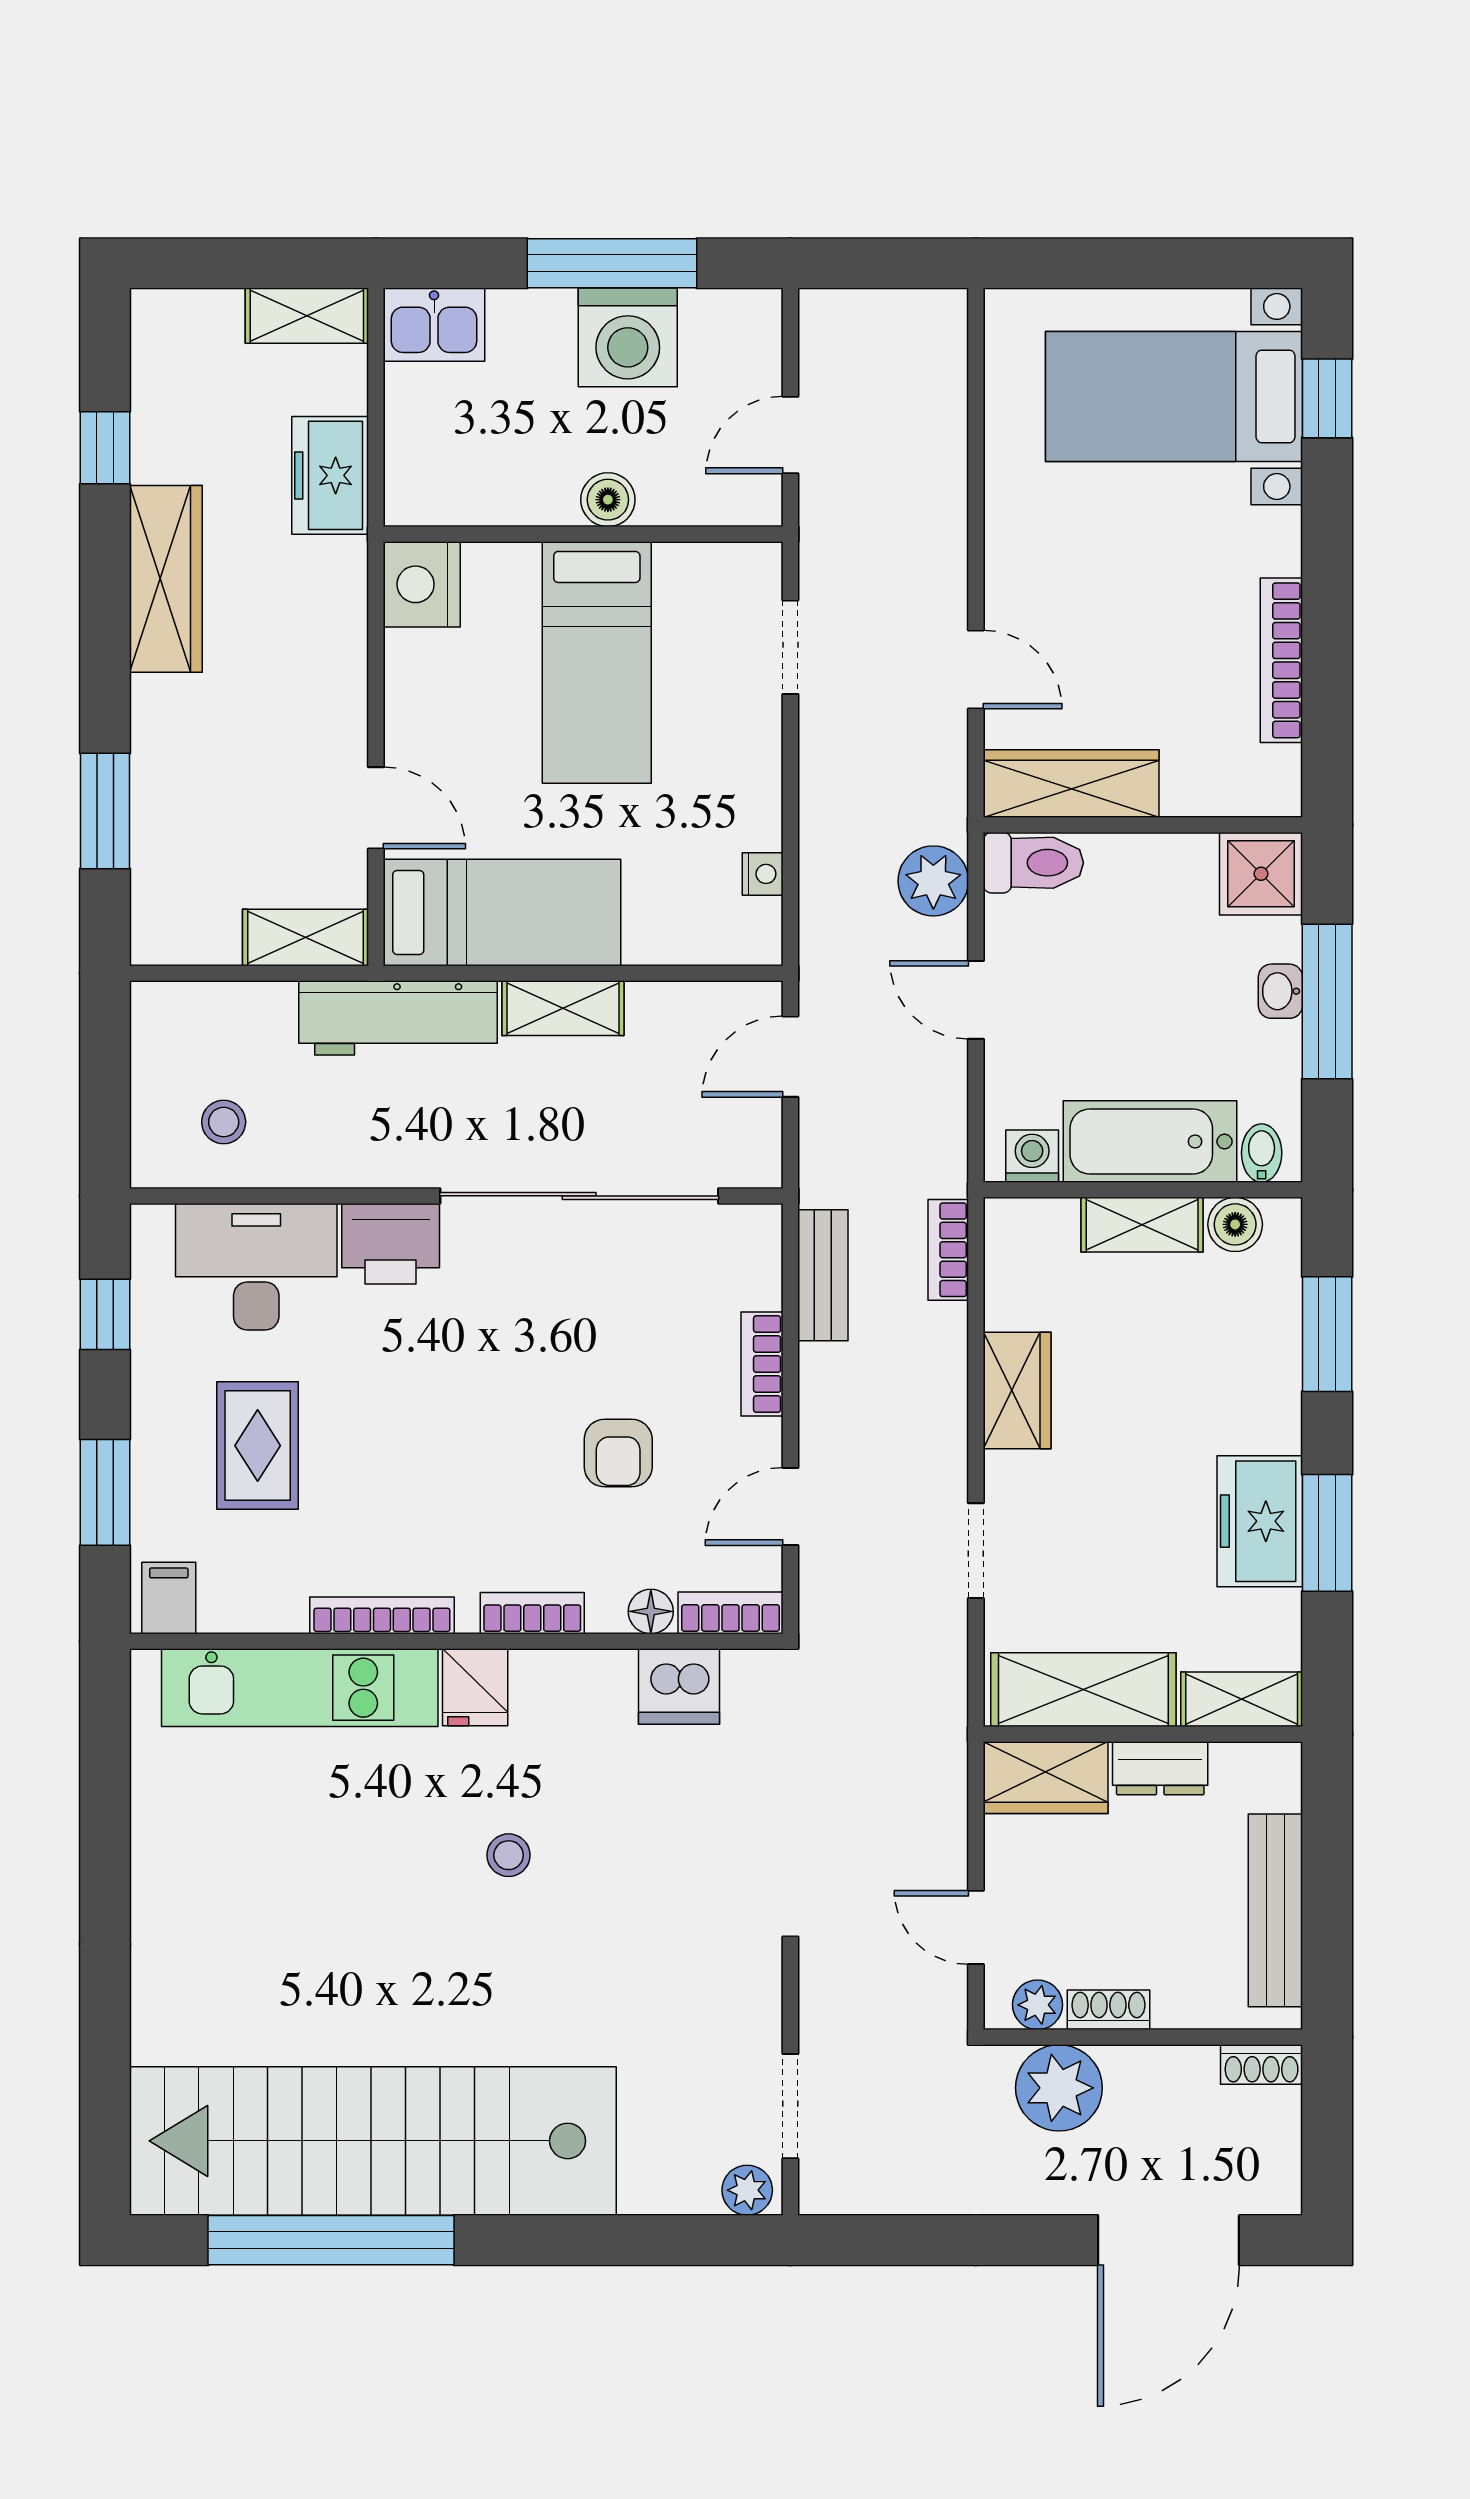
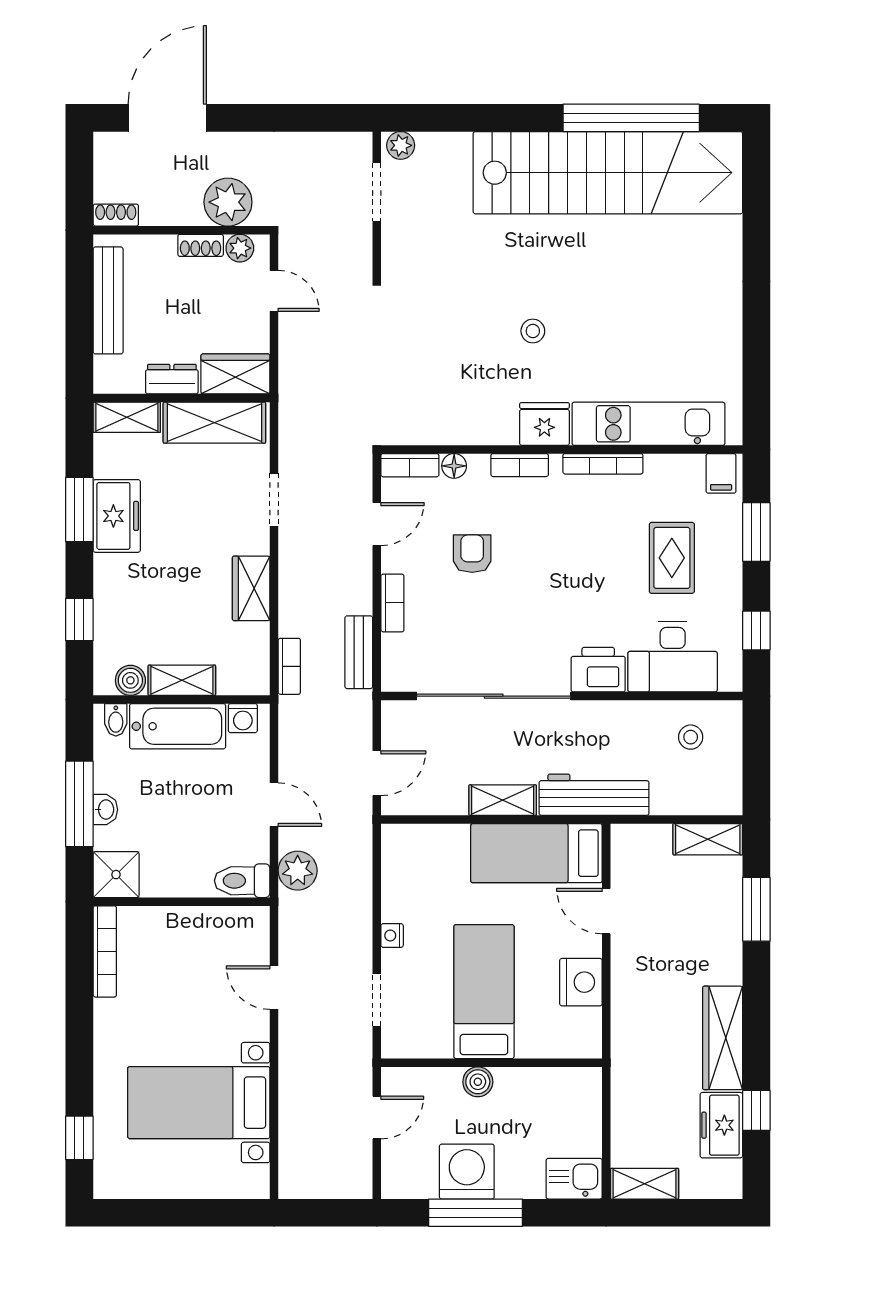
bed with nightstands: (1174, 396) -> (199, 1103), moved, turned 180
freezer: (330, 475) -> (721, 1125), moved, turned 180
nightstand: (422, 584) -> (581, 982), moved
bookcase: (1281, 660) -> (105, 951), moved
wardrobe: (1071, 783) -> (221, 925), removed
nightstand: (763, 874) -> (392, 935), moved
shelving: (306, 938) -> (708, 839), moved
window: (1327, 1334) -> (79, 620), width x0.67
fridge: (475, 1687) -> (544, 424), width x1.38
dishwasher: (679, 1687) -> (438, 424), removed

